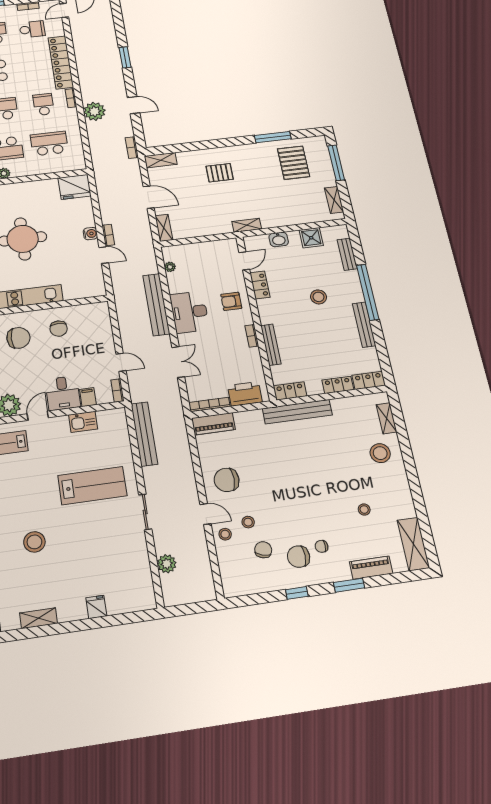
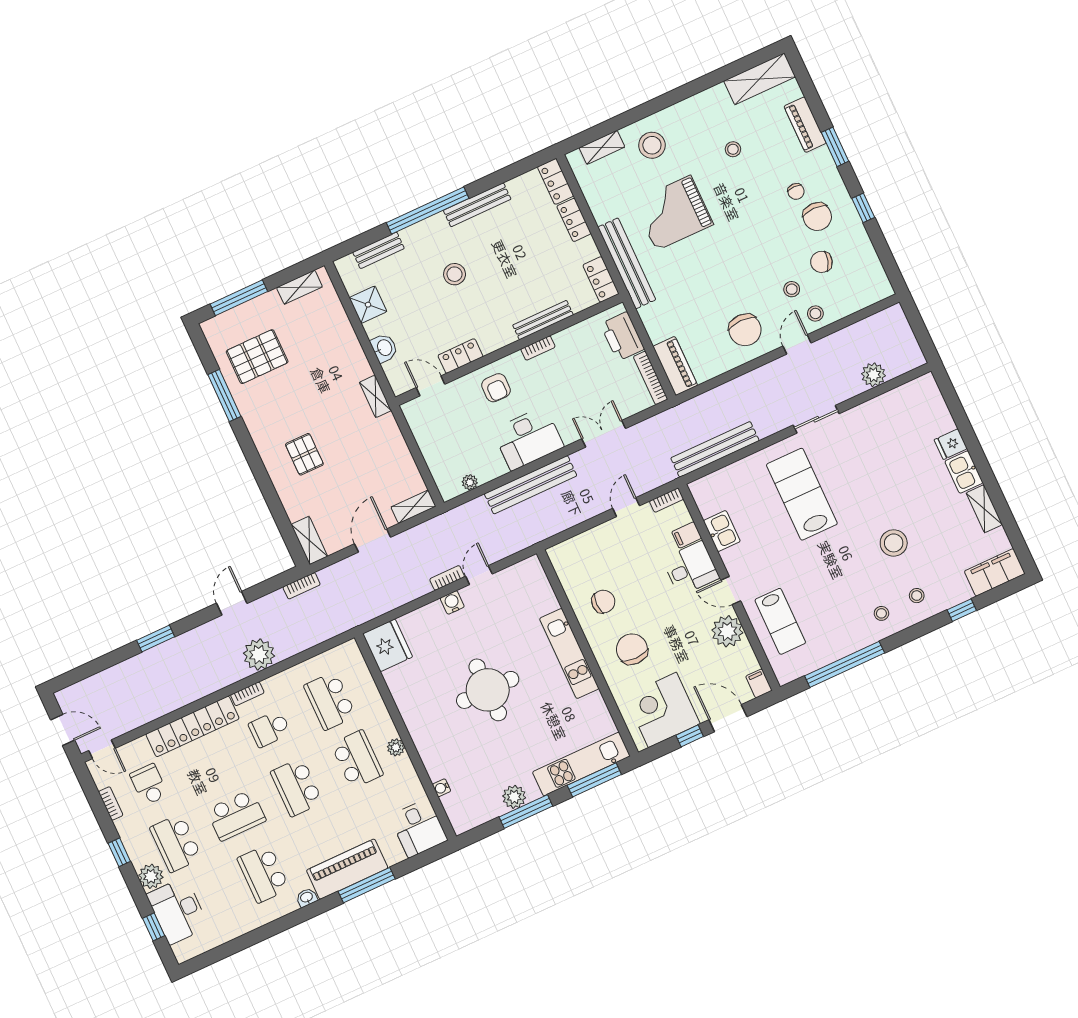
grand piano: (326, 454) -> (673, 213), added
kitchen sink: (72, 611) -> (964, 472), added

